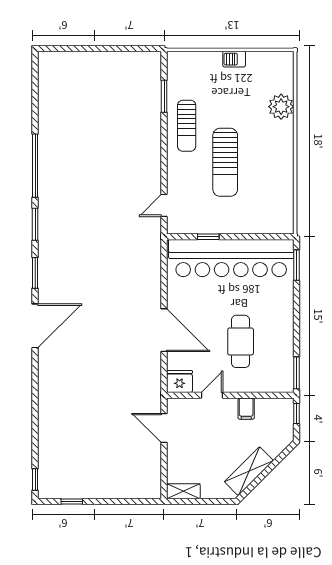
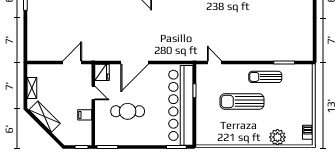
barbecue: (234, 59) -> (308, 132), moved
shelving: (183, 491) -> (32, 88), moved

